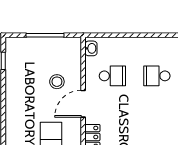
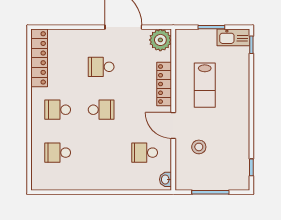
school desk: (157, 76) -> (101, 110), moved
door: (83, 104) -> (173, 125), swing flipped

